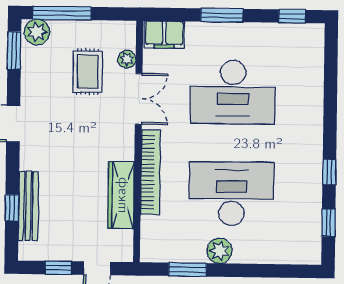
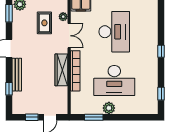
desk: (233, 92) -> (114, 32), turned -90
window: (329, 172) -> (161, 51), moved
desk: (231, 194) -> (114, 80), turned 180
wardrobe: (121, 195) -> (61, 70), moved
bench: (28, 206) -> (17, 75), moved

